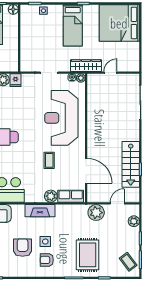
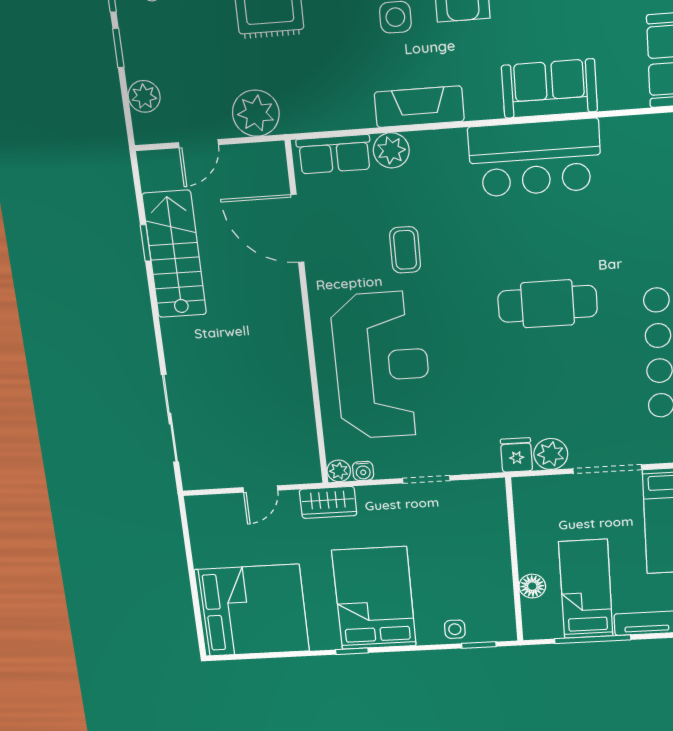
floor lamp: (13, 9) -> (532, 586), moved
bed: (73, 25) -> (374, 598), width x1.50
wardrobe: (86, 66) -> (328, 502), width x0.67

